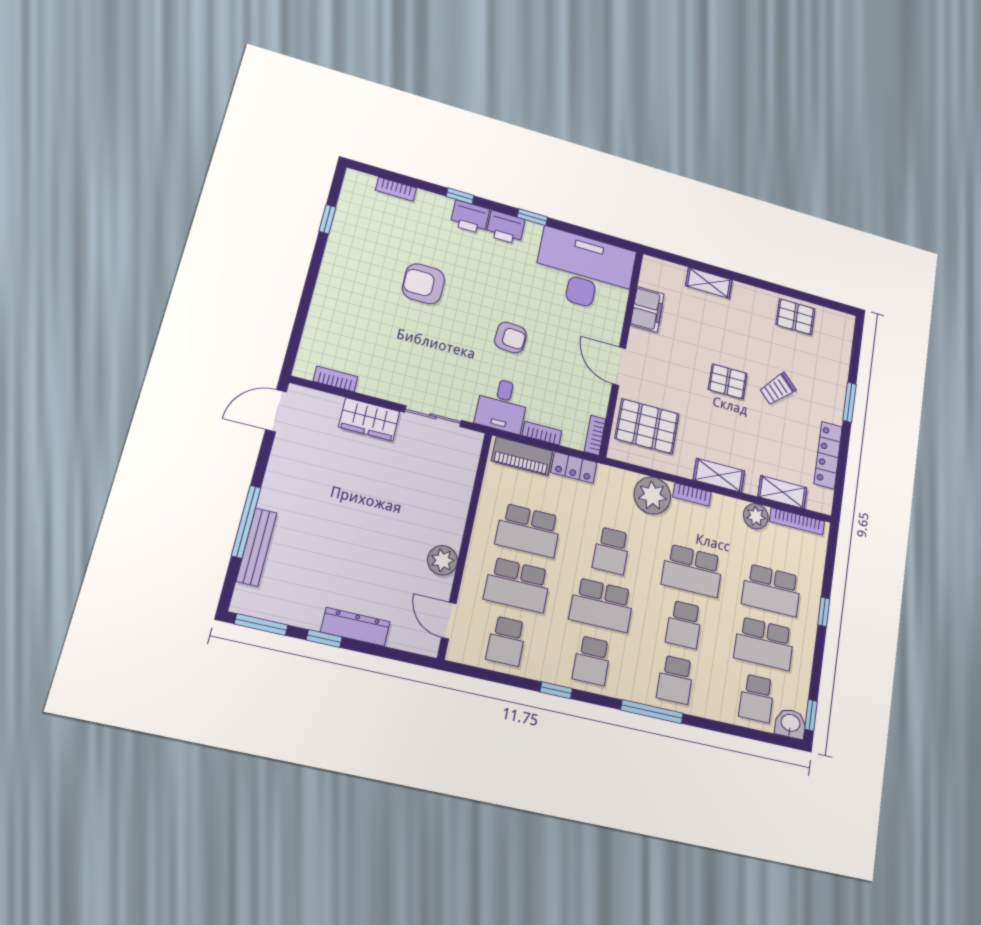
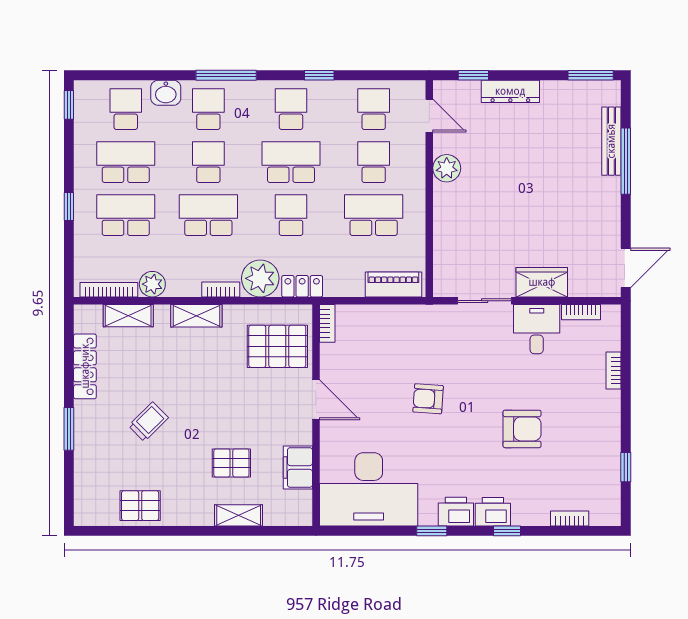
pallet: (728, 381) -> (231, 463), moved
desk: (502, 405) -> (537, 329), moved
bookcase: (542, 433) -> (614, 371), moved, turned 90
locker: (574, 467) -> (302, 286), moved
school desk: (517, 585) -> (374, 162), width x0.54
window: (324, 639) -> (473, 75), moved
washbasin: (790, 724) -> (166, 93), moved

